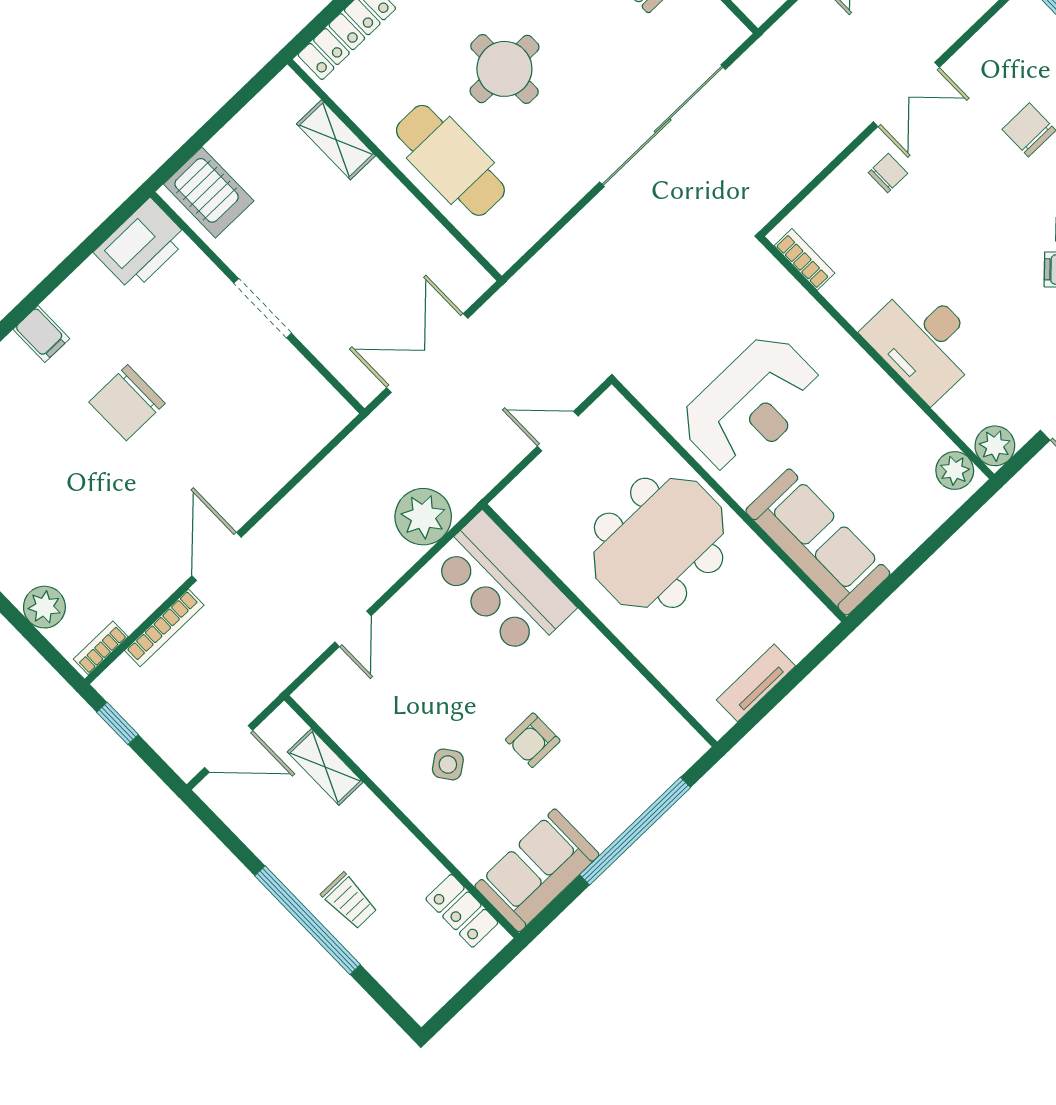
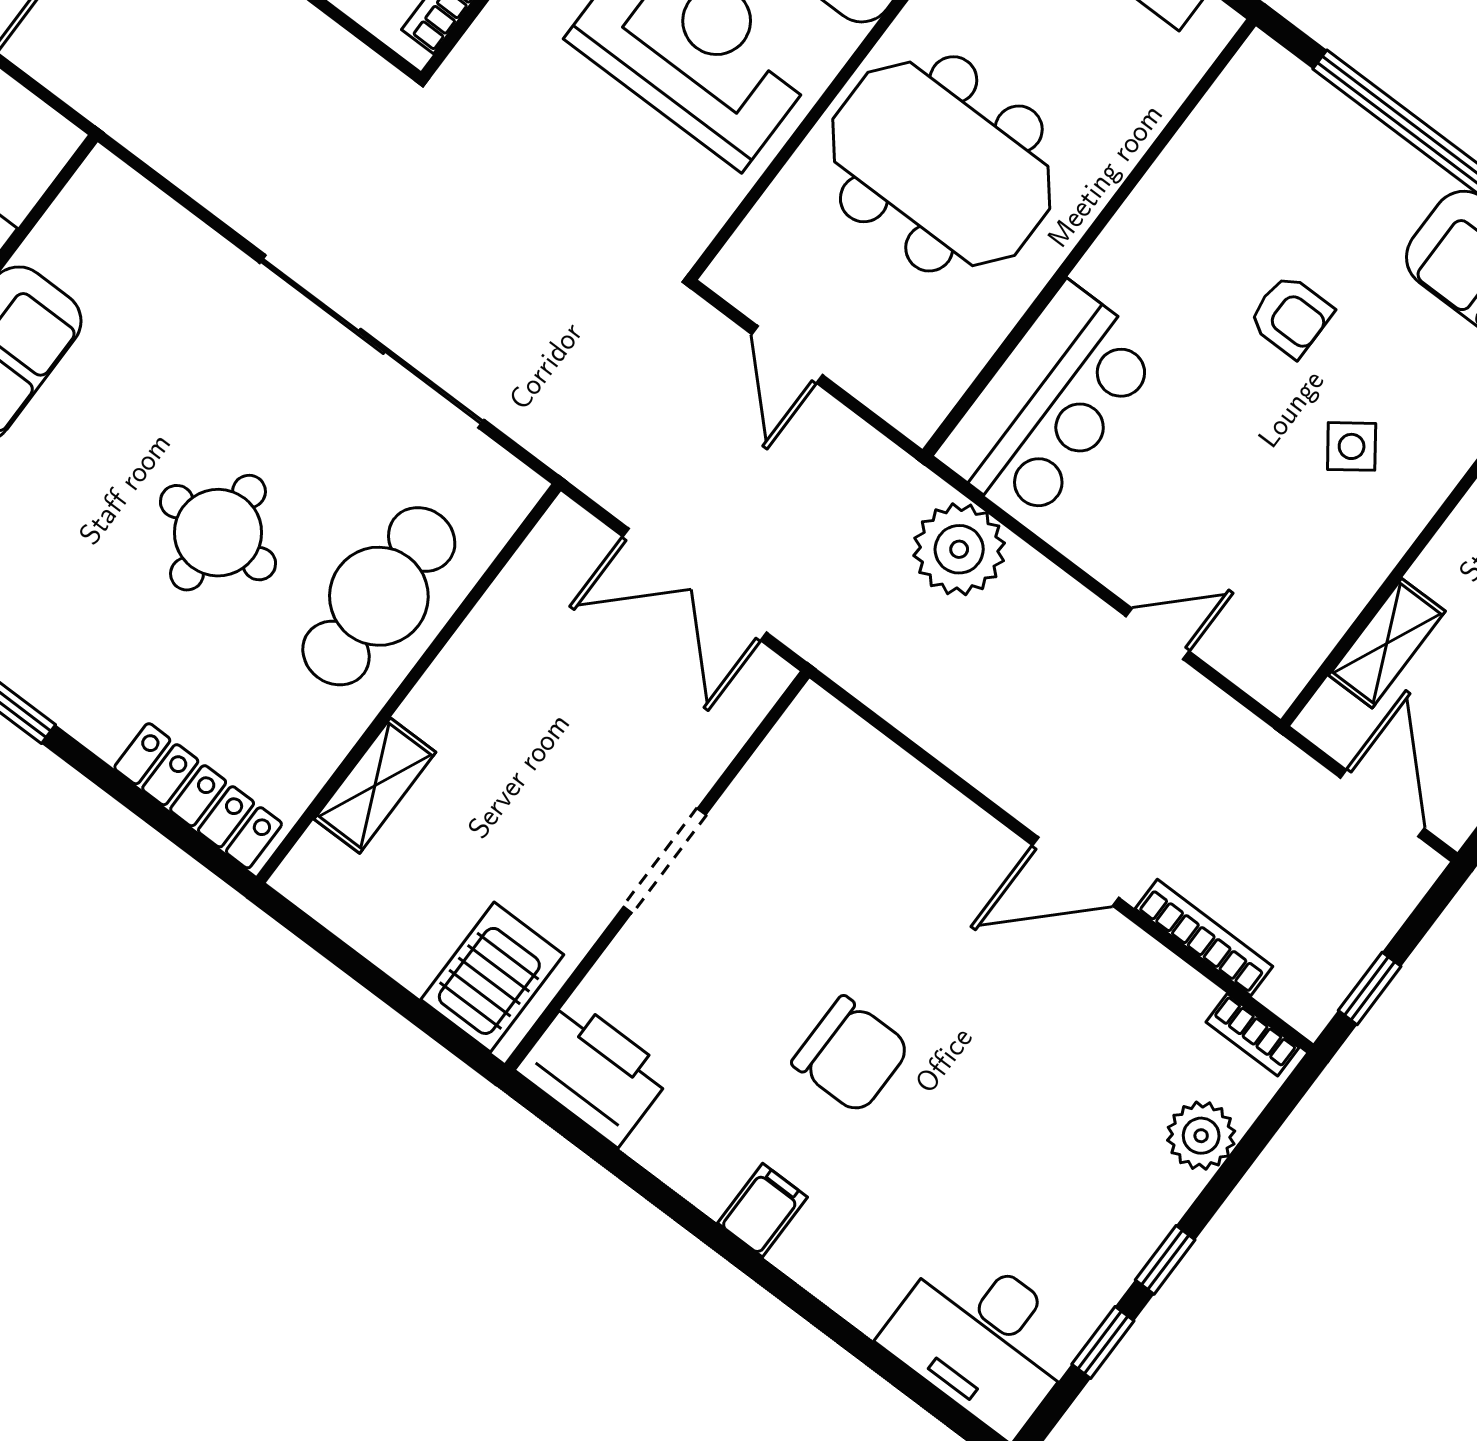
sliding door: (663, 126) -> (372, 341), moved

